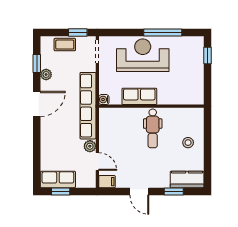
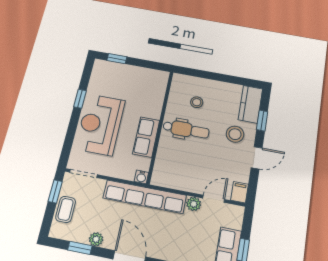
window: (163, 32) -> (80, 99), width x0.46
stool: (188, 143) -> (197, 102), moved
stool: (157, 170) -> (235, 134), added

